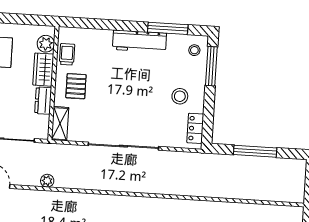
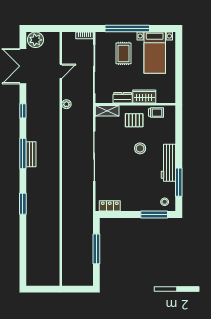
plant: (46, 44) -> (163, 97), removed
stool: (180, 96) -> (140, 148), moved

